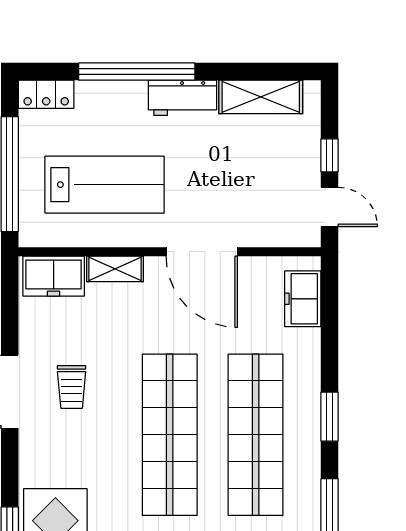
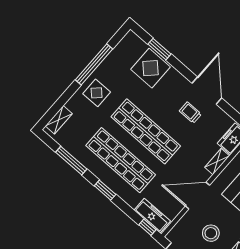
stool: (246, 173) -> (211, 233), added
window: (330, 290) -> (147, 227), added
freezer: (303, 299) -> (152, 216), width x1.40

